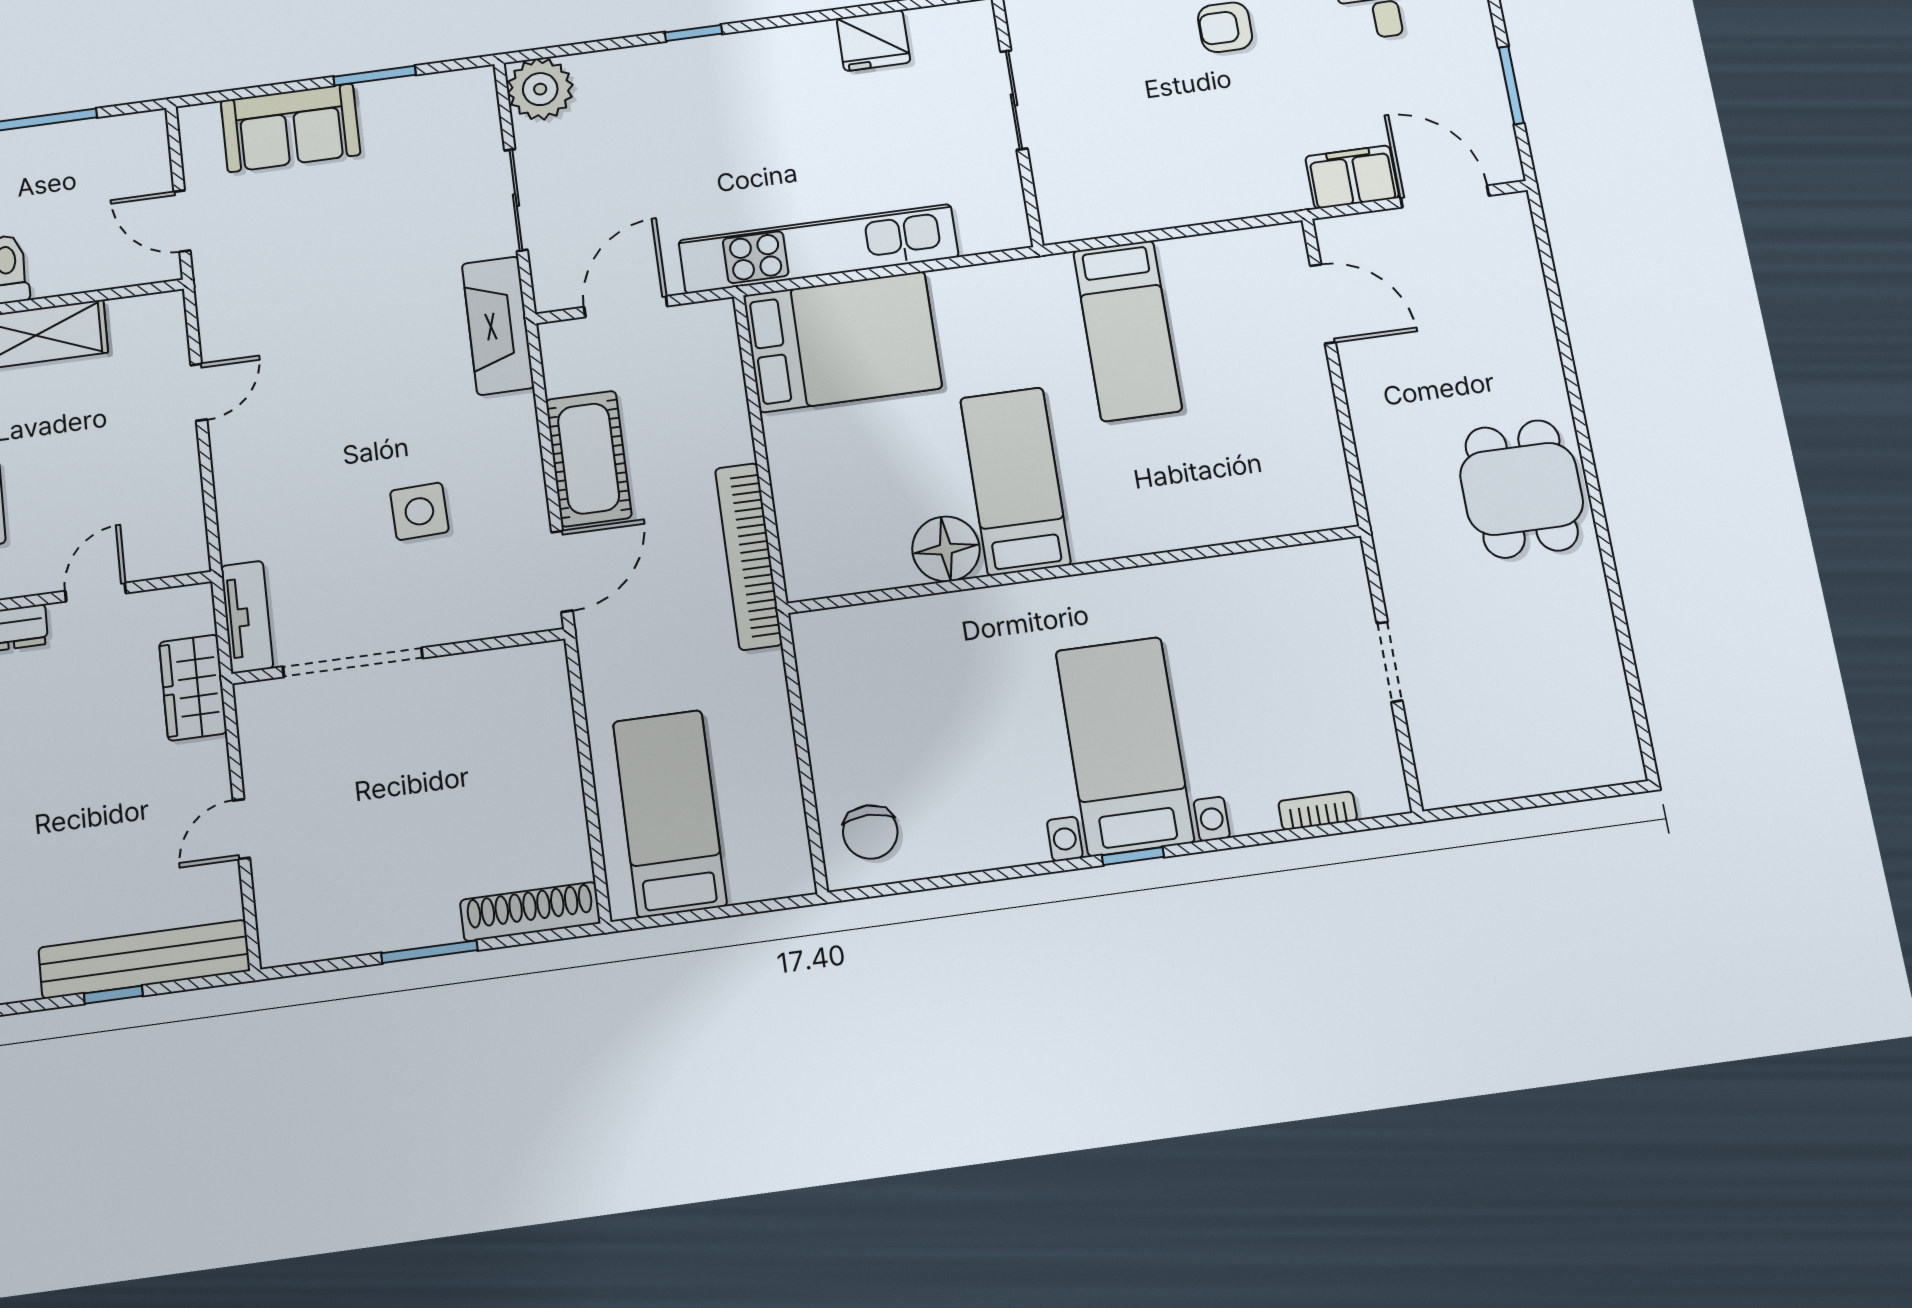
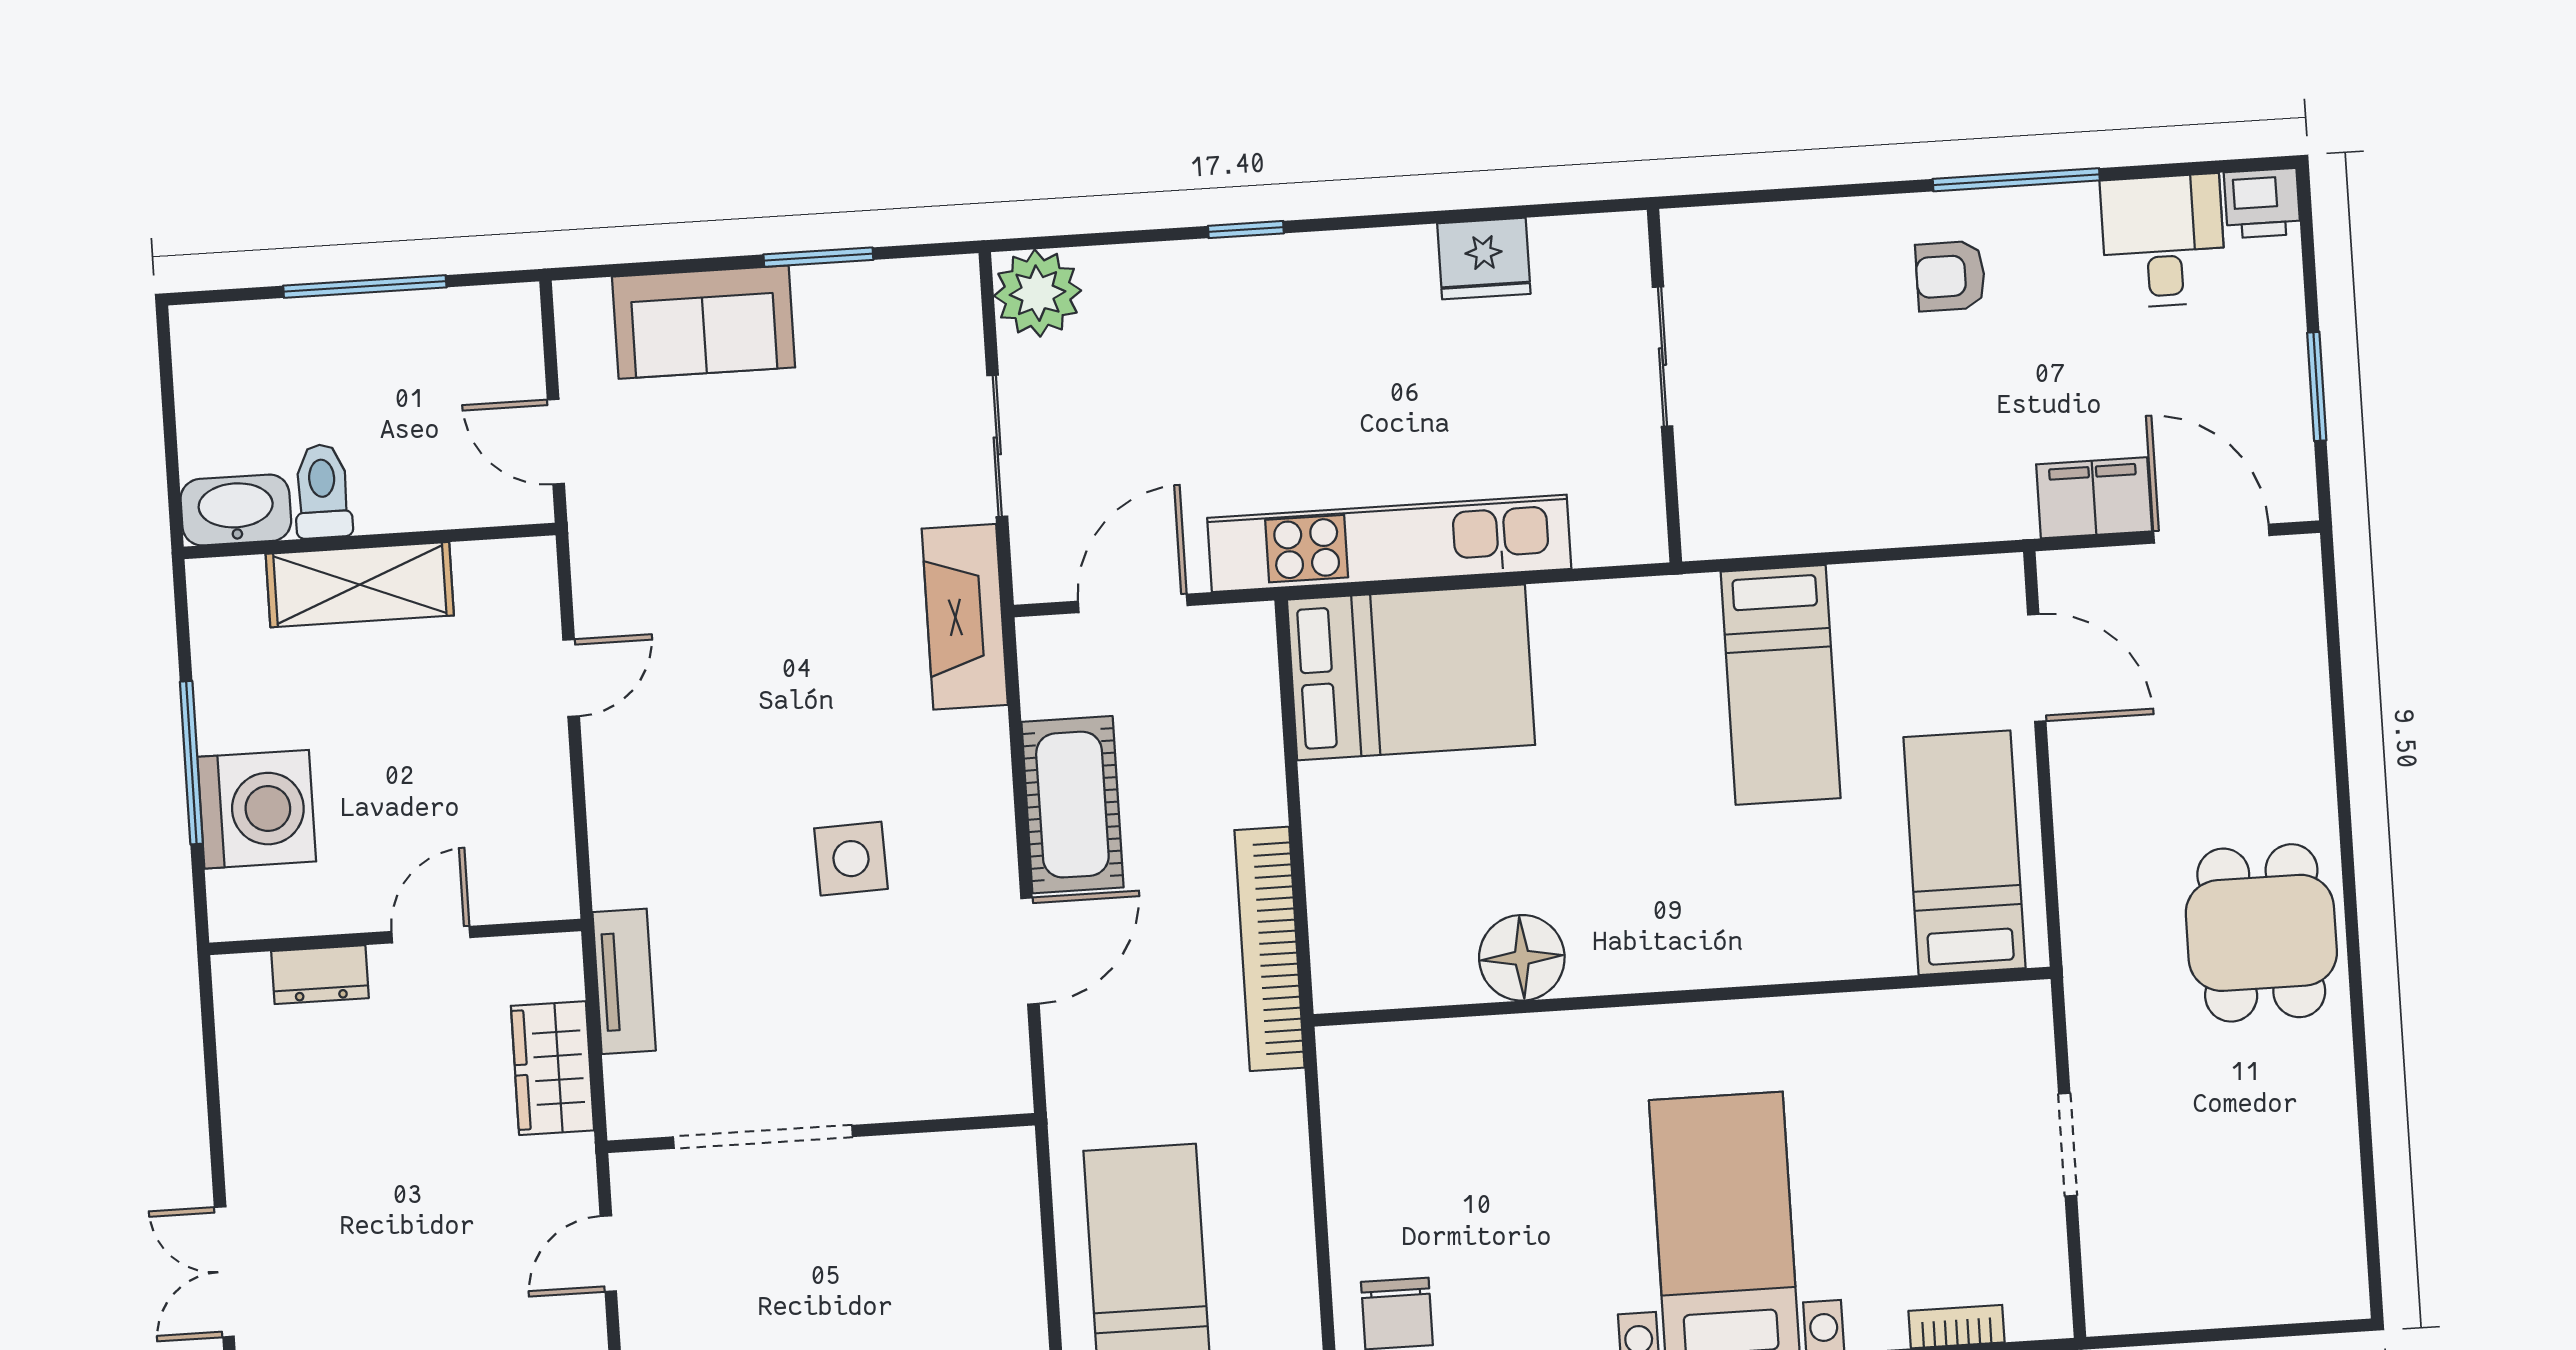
bed: (1015, 481) -> (1965, 853), moved
wall: (398, 656) -> (821, 1133), moved
doorway: (353, 662) -> (763, 1137), moved

